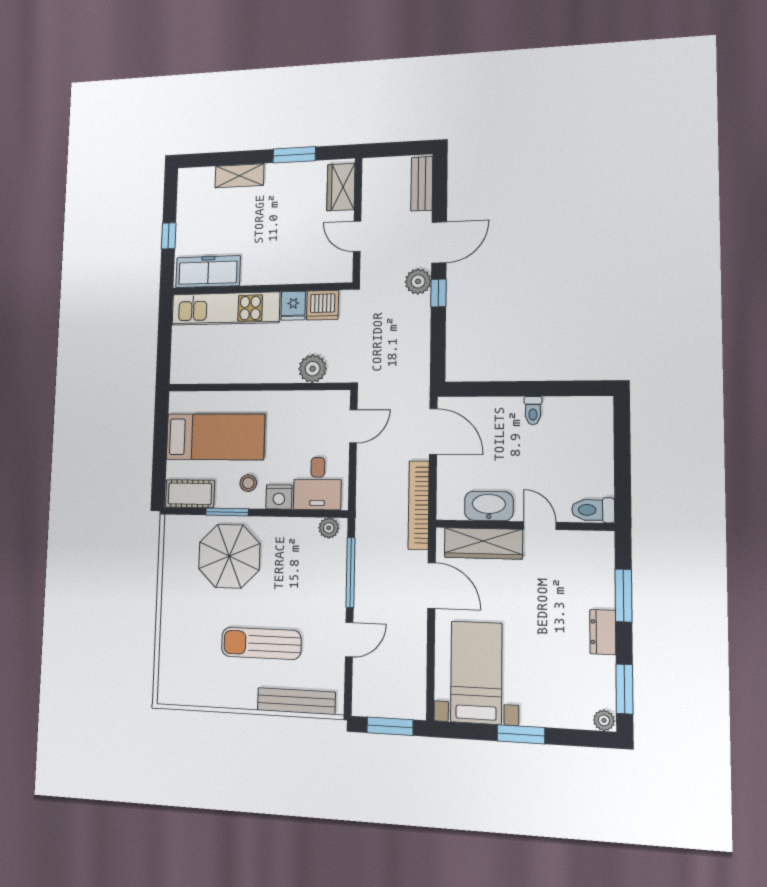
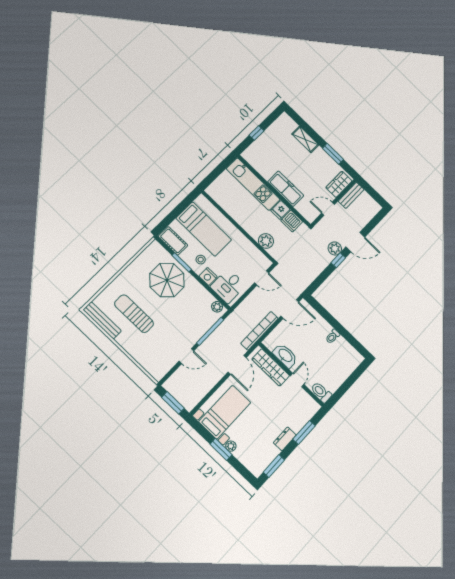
bench: (422, 184) -> (351, 195), moved
door: (357, 236) -> (328, 209), hinge flipped
freezer: (208, 272) -> (286, 189), moved
door: (433, 431) -> (290, 309), hinge flipped
sun lounger: (261, 643) -> (134, 314), moved
bench: (296, 701) -> (102, 320), moved
plant: (604, 720) -> (231, 446), moved

